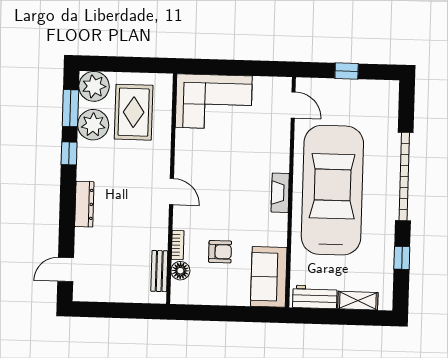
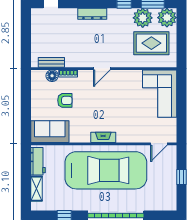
armchair: (220, 252) -> (65, 100), turned -90

